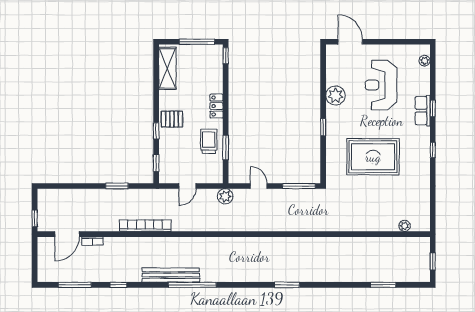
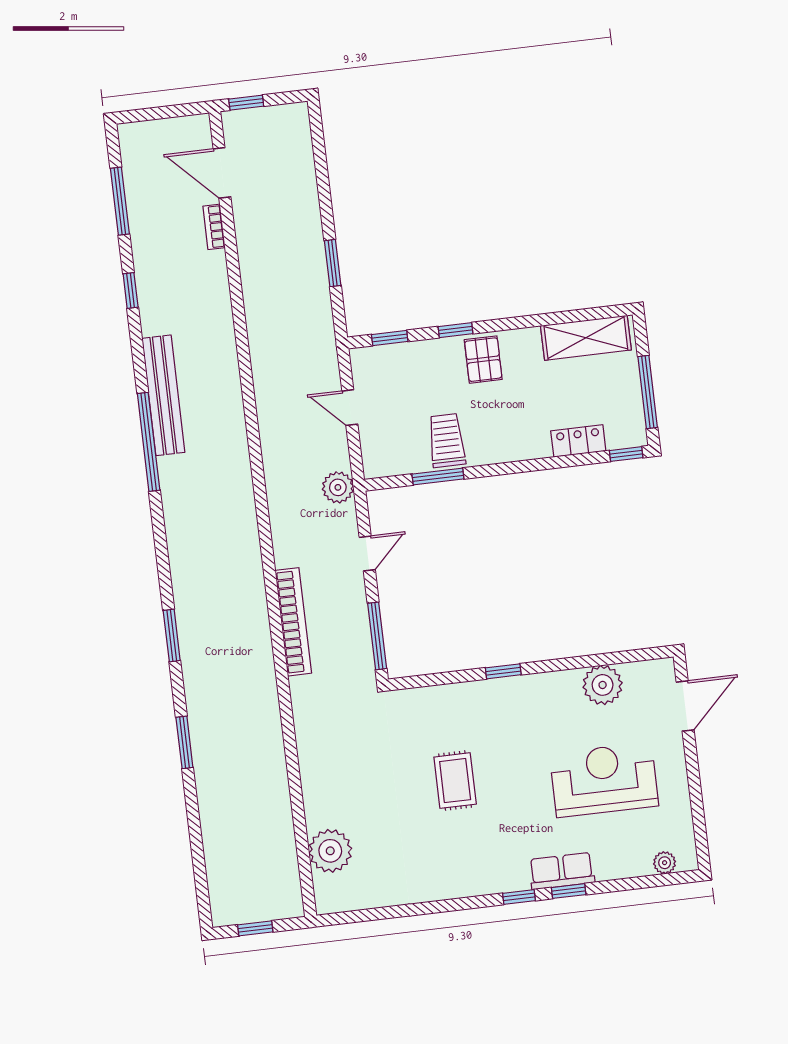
plant: (335, 95) -> (603, 685), moved
locker: (217, 106) -> (578, 441), moved
trolley: (209, 141) -> (447, 440), turned -90
window: (433, 150) -> (519, 897), moved
rug: (373, 157) -> (455, 781), width x0.54, depth x0.49
bookcase: (145, 226) -> (293, 622), moved
plant: (405, 226) -> (330, 851), width x1.88, depth x1.88
window: (383, 285) -> (184, 742), moved

